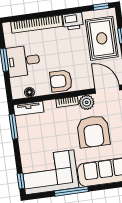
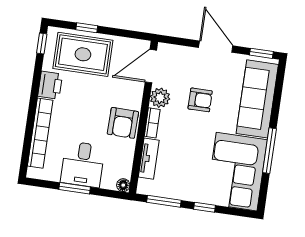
floor lamp: (29, 92) -> (123, 185), moved
tv unit: (29, 108) -> (149, 159), moved
armchair: (93, 131) -> (200, 100), width x0.53, depth x0.53
window: (21, 181) -> (204, 207), moved

